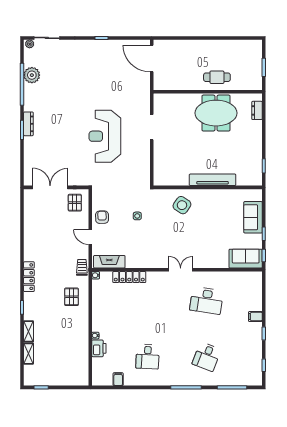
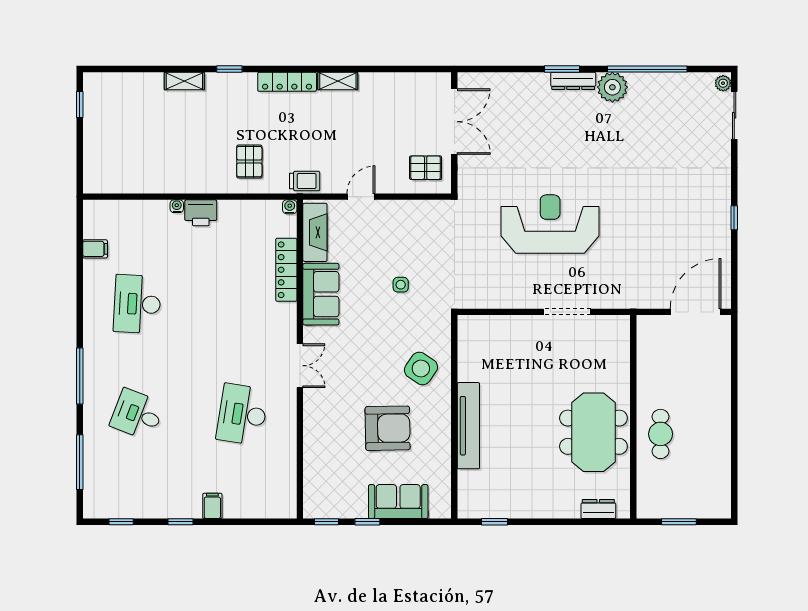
plant: (32, 75) -> (612, 87), moved
armchair: (102, 217) -> (388, 428), moved, width x1.88, depth x1.88
sofa: (246, 259) -> (321, 294), moved
pallet: (71, 297) -> (249, 162), turned 90
printer: (99, 348) -> (201, 213), moved
shelving: (29, 354) -> (338, 81), moved
desk: (148, 357) -> (137, 304), width x1.37

